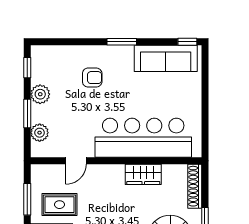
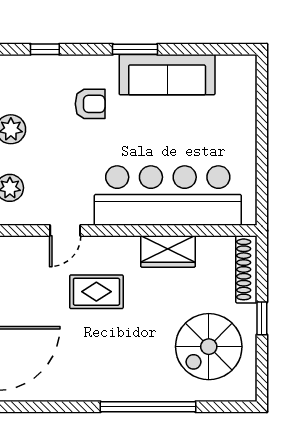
window: (187, 42) -> (45, 49), moved
sofa: (166, 58) -> (167, 75), moved
rug: (59, 205) -> (96, 292), moved

